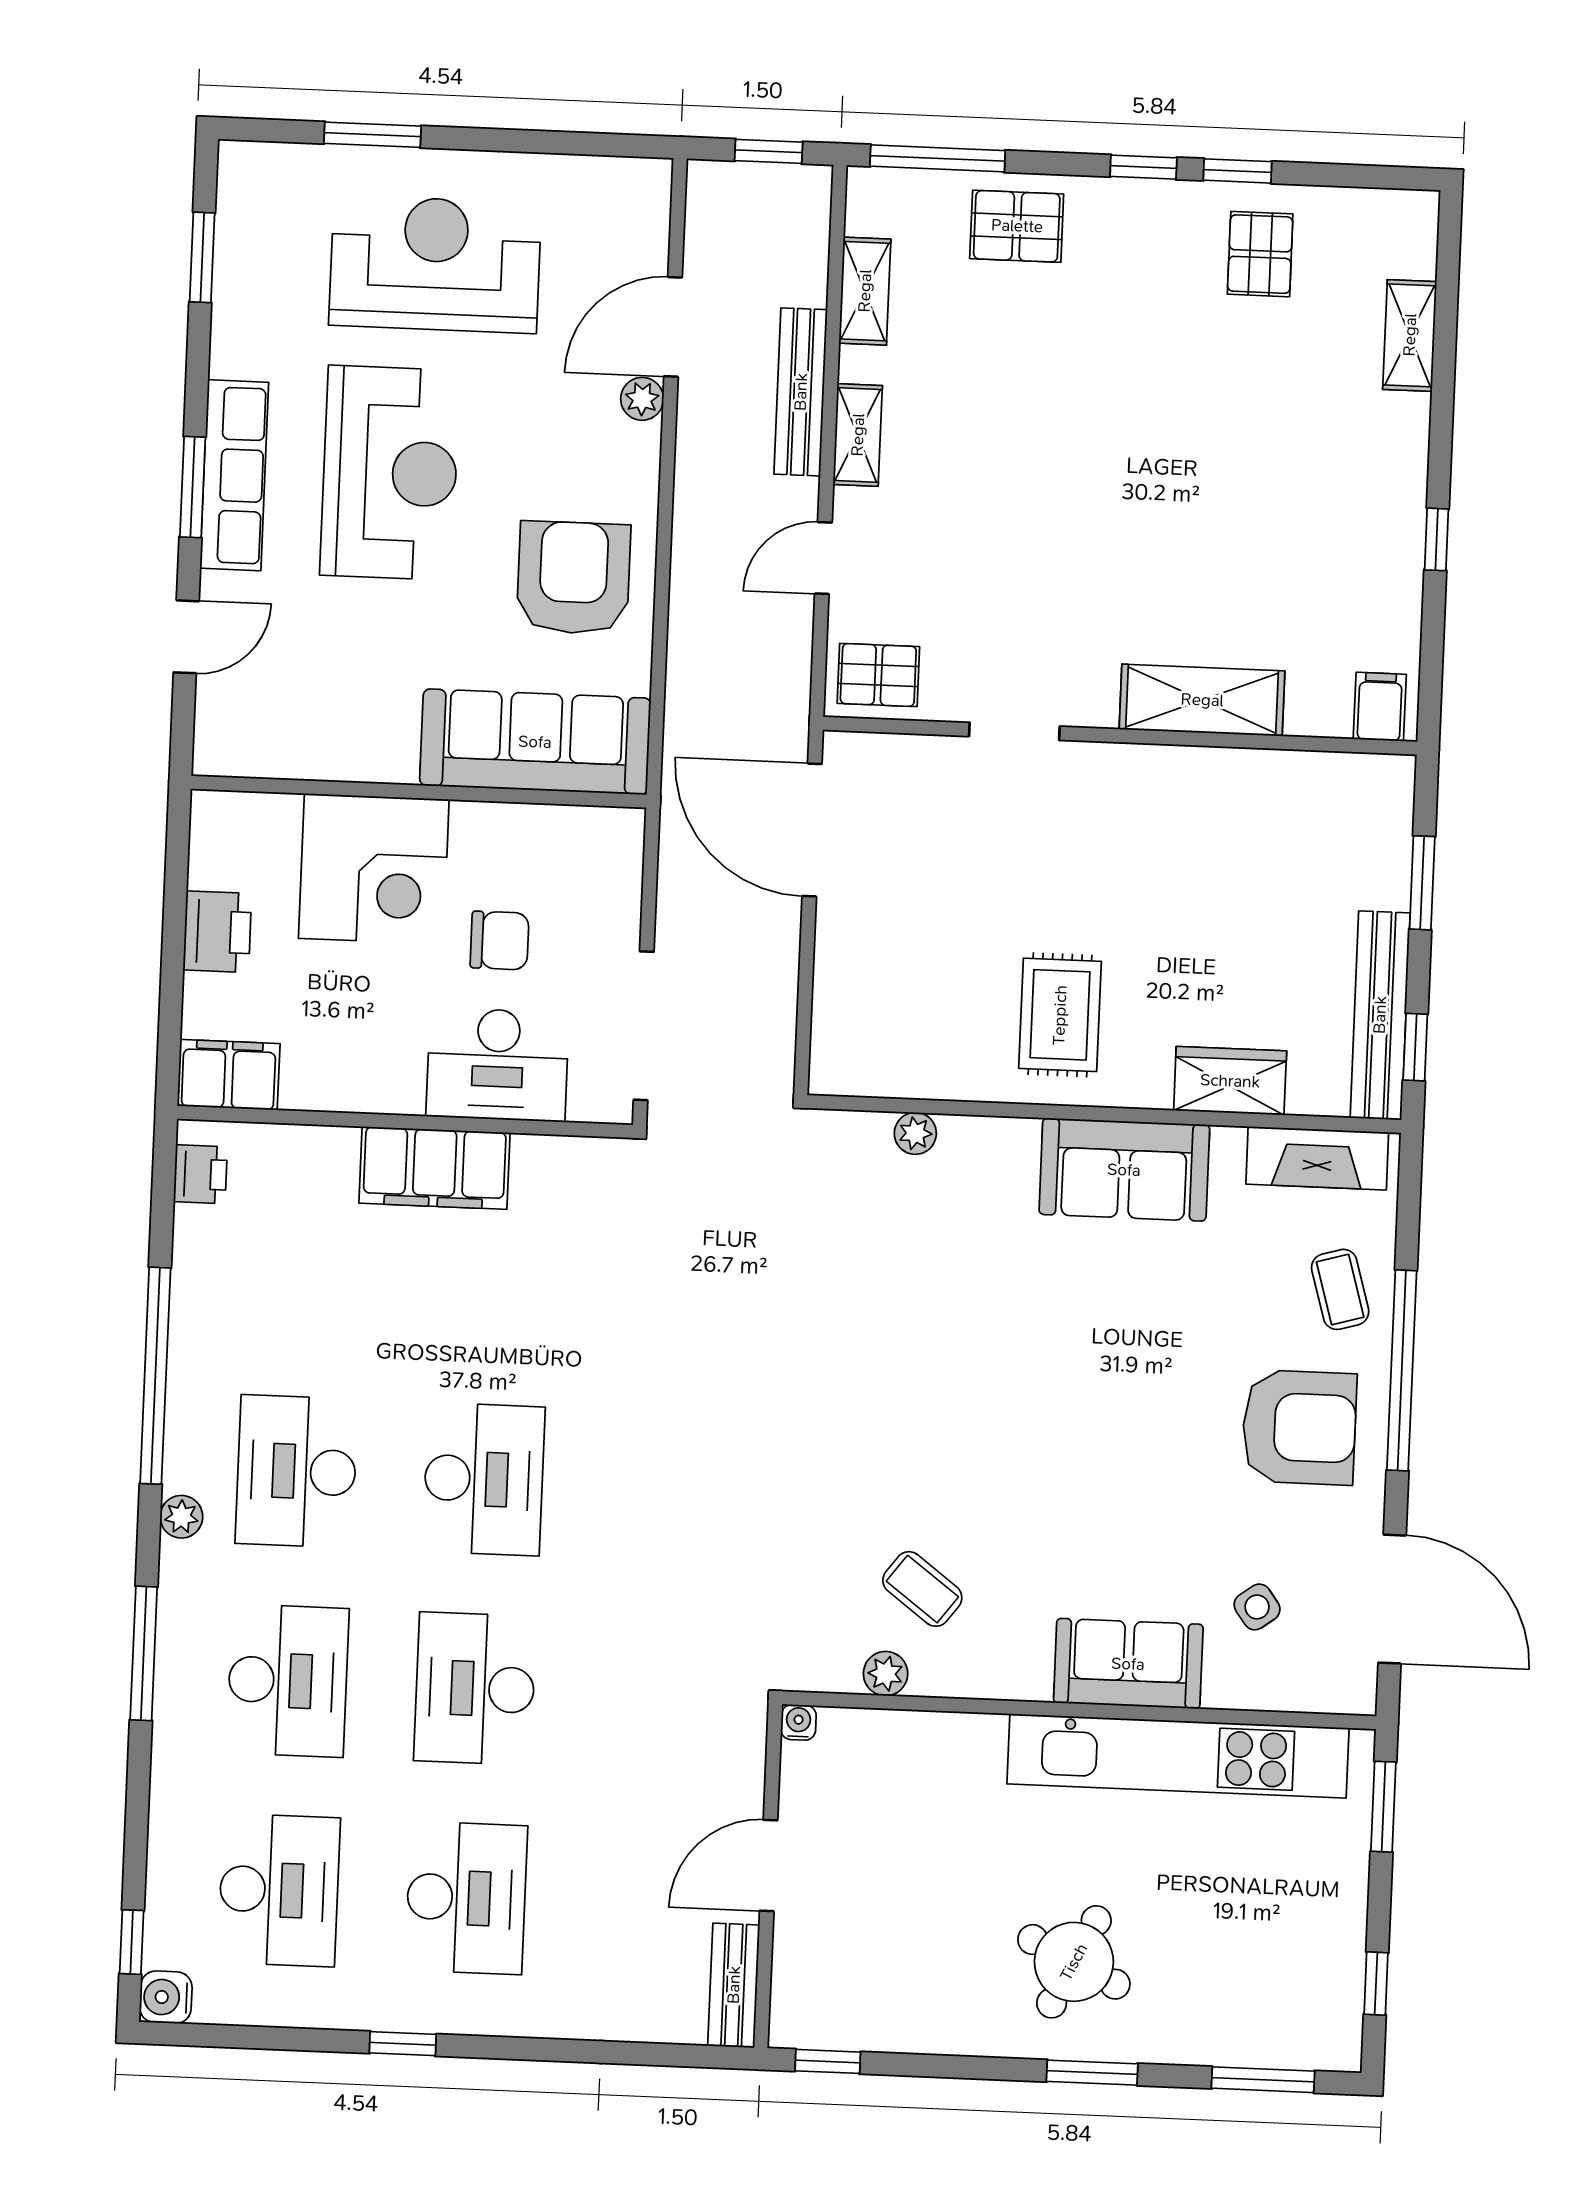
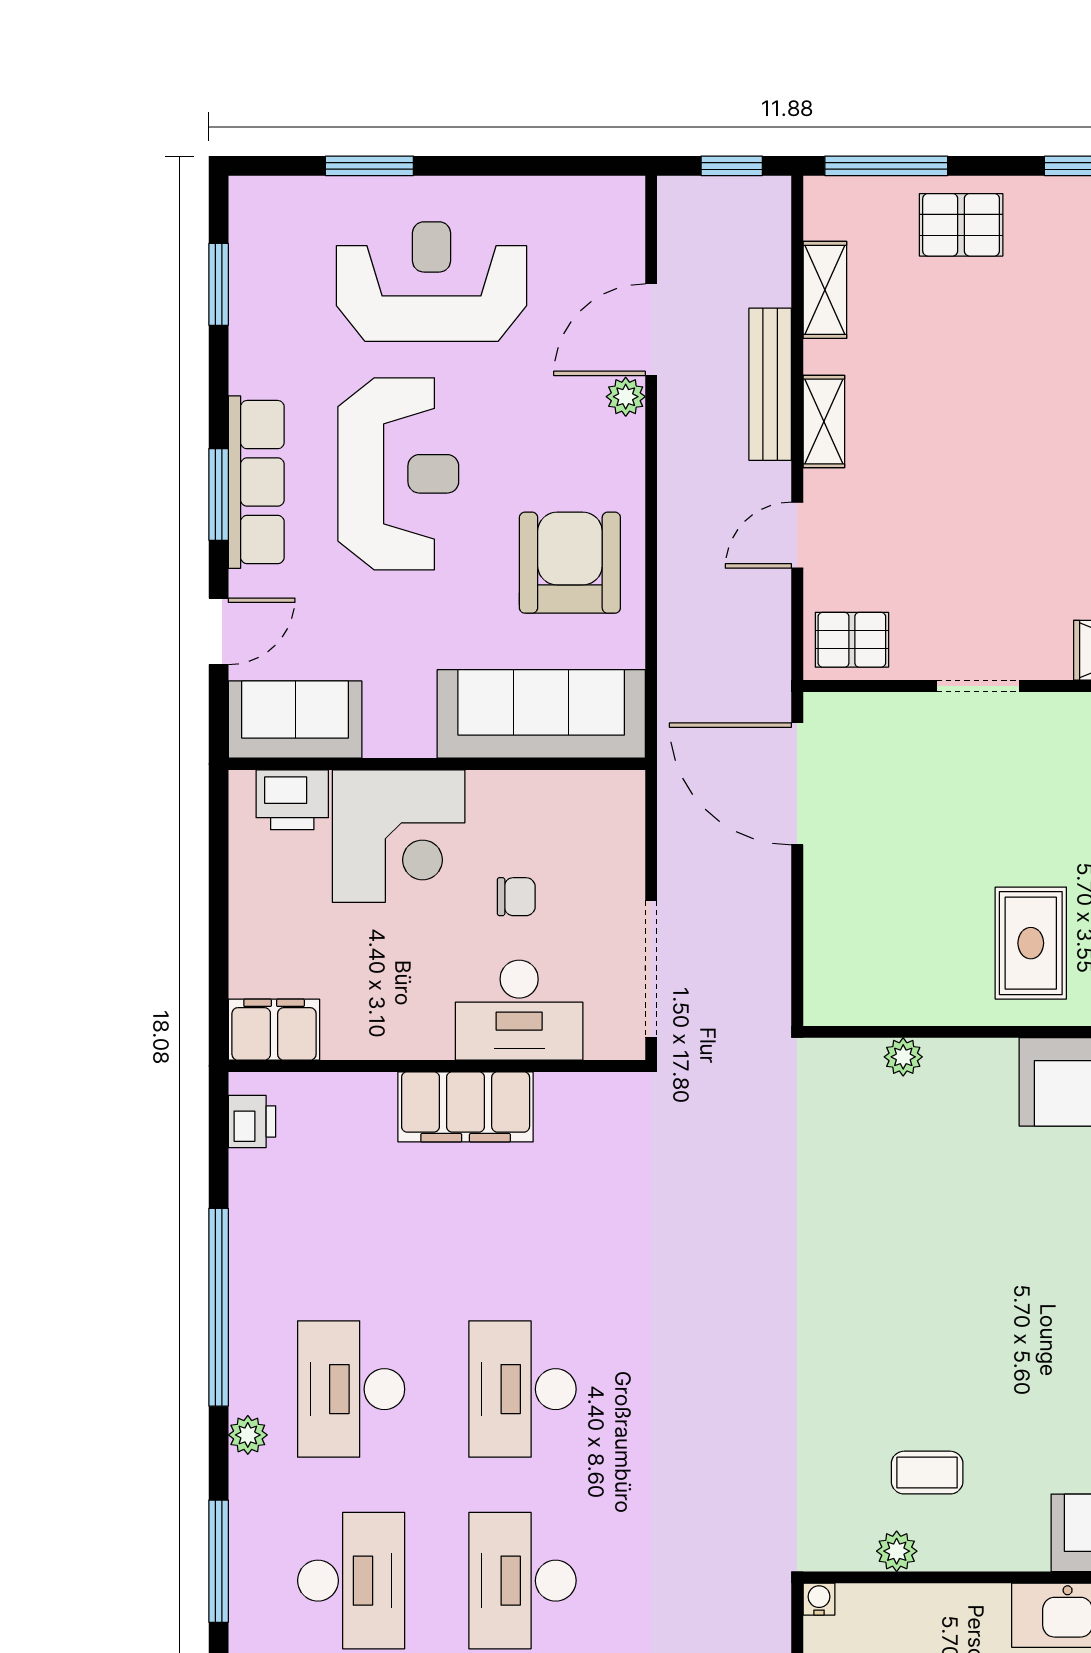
sofa: (266, 737) -> (295, 720), added
printer: (217, 932) -> (292, 800), moved, turned 90
chair: (500, 941) -> (516, 897), width x0.73, depth x0.73
desk: (484, 1479) -> (522, 1389), turned 180
coffee table: (922, 1589) -> (927, 1473), turned -37

